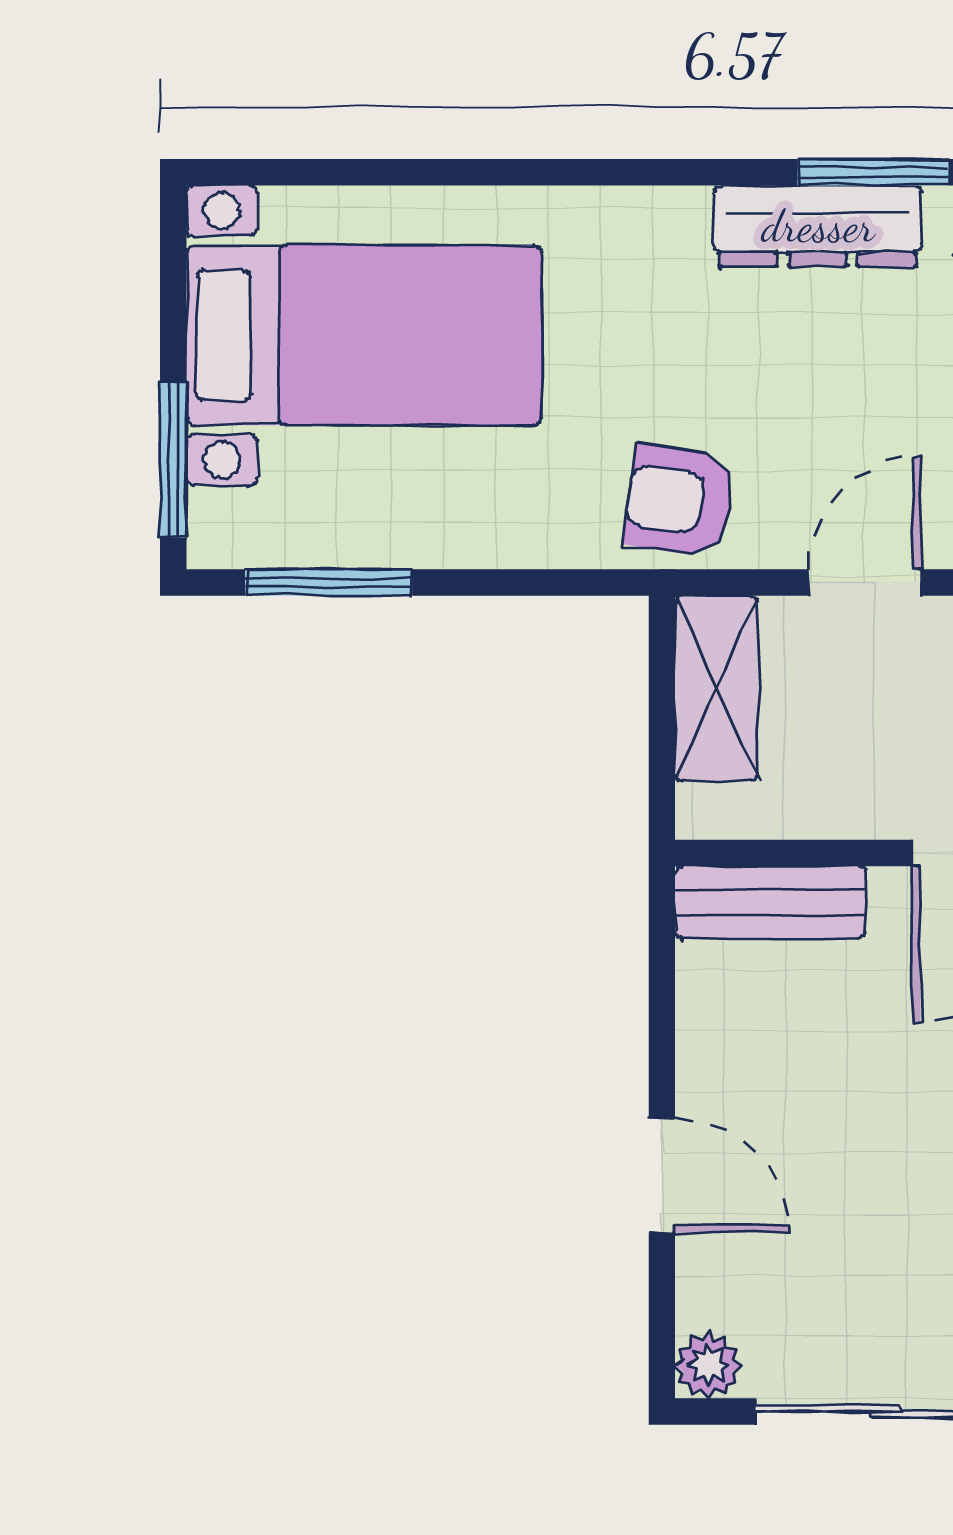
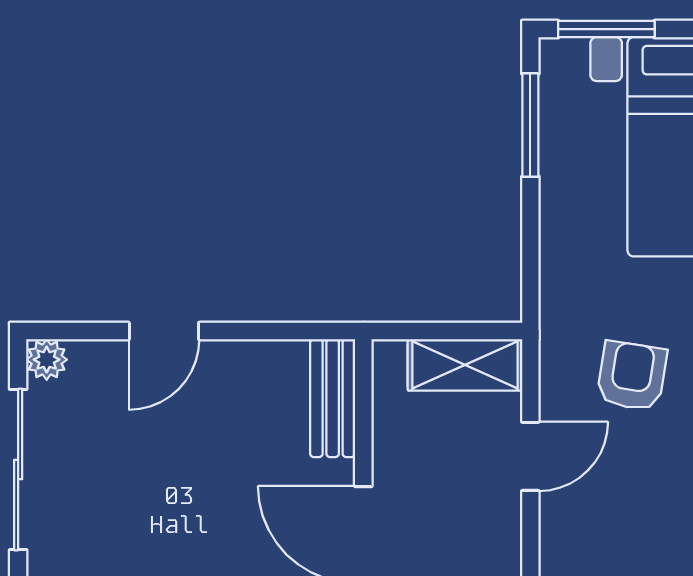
armchair: (679, 501) -> (632, 376), moved
door: (865, 582) -> (530, 456), hinge flipped

